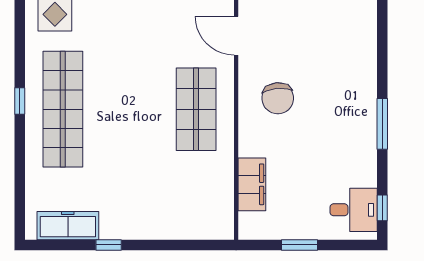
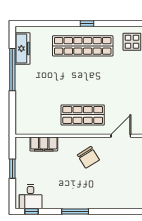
chair: (278, 98) -> (88, 157), turned -117
window: (109, 245) -> (12, 70), width x3.17

